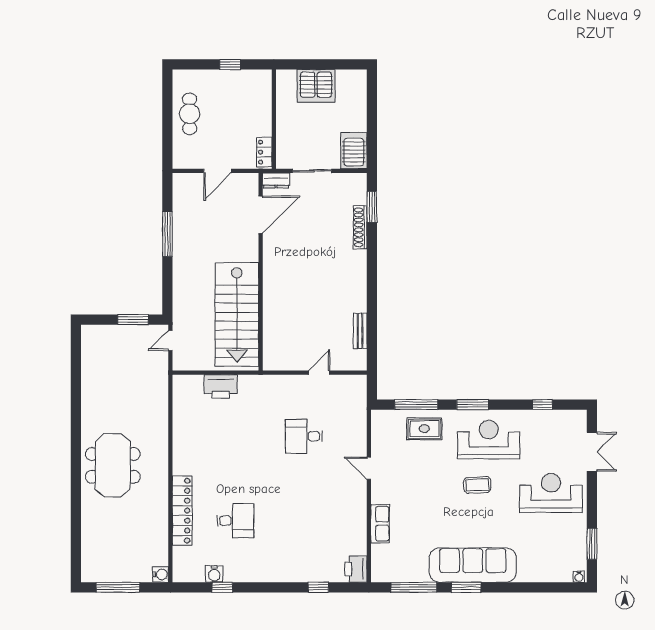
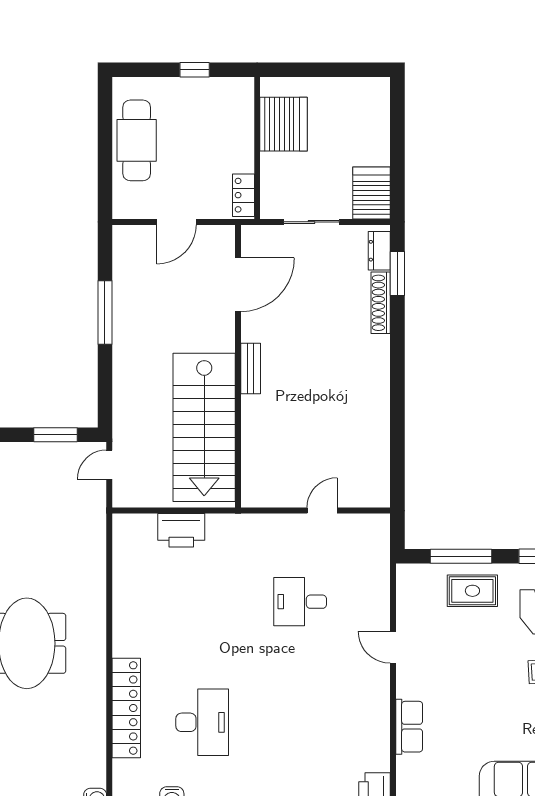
server rack: (316, 86) -> (284, 124), moved, turned -90
cafe table: (190, 114) -> (137, 140), width x1.37, depth x1.35
dresser: (276, 180) -> (379, 251), moved, turned 90
bench: (360, 331) -> (251, 369), moved
desk: (235, 521) -> (202, 722), width x1.37

